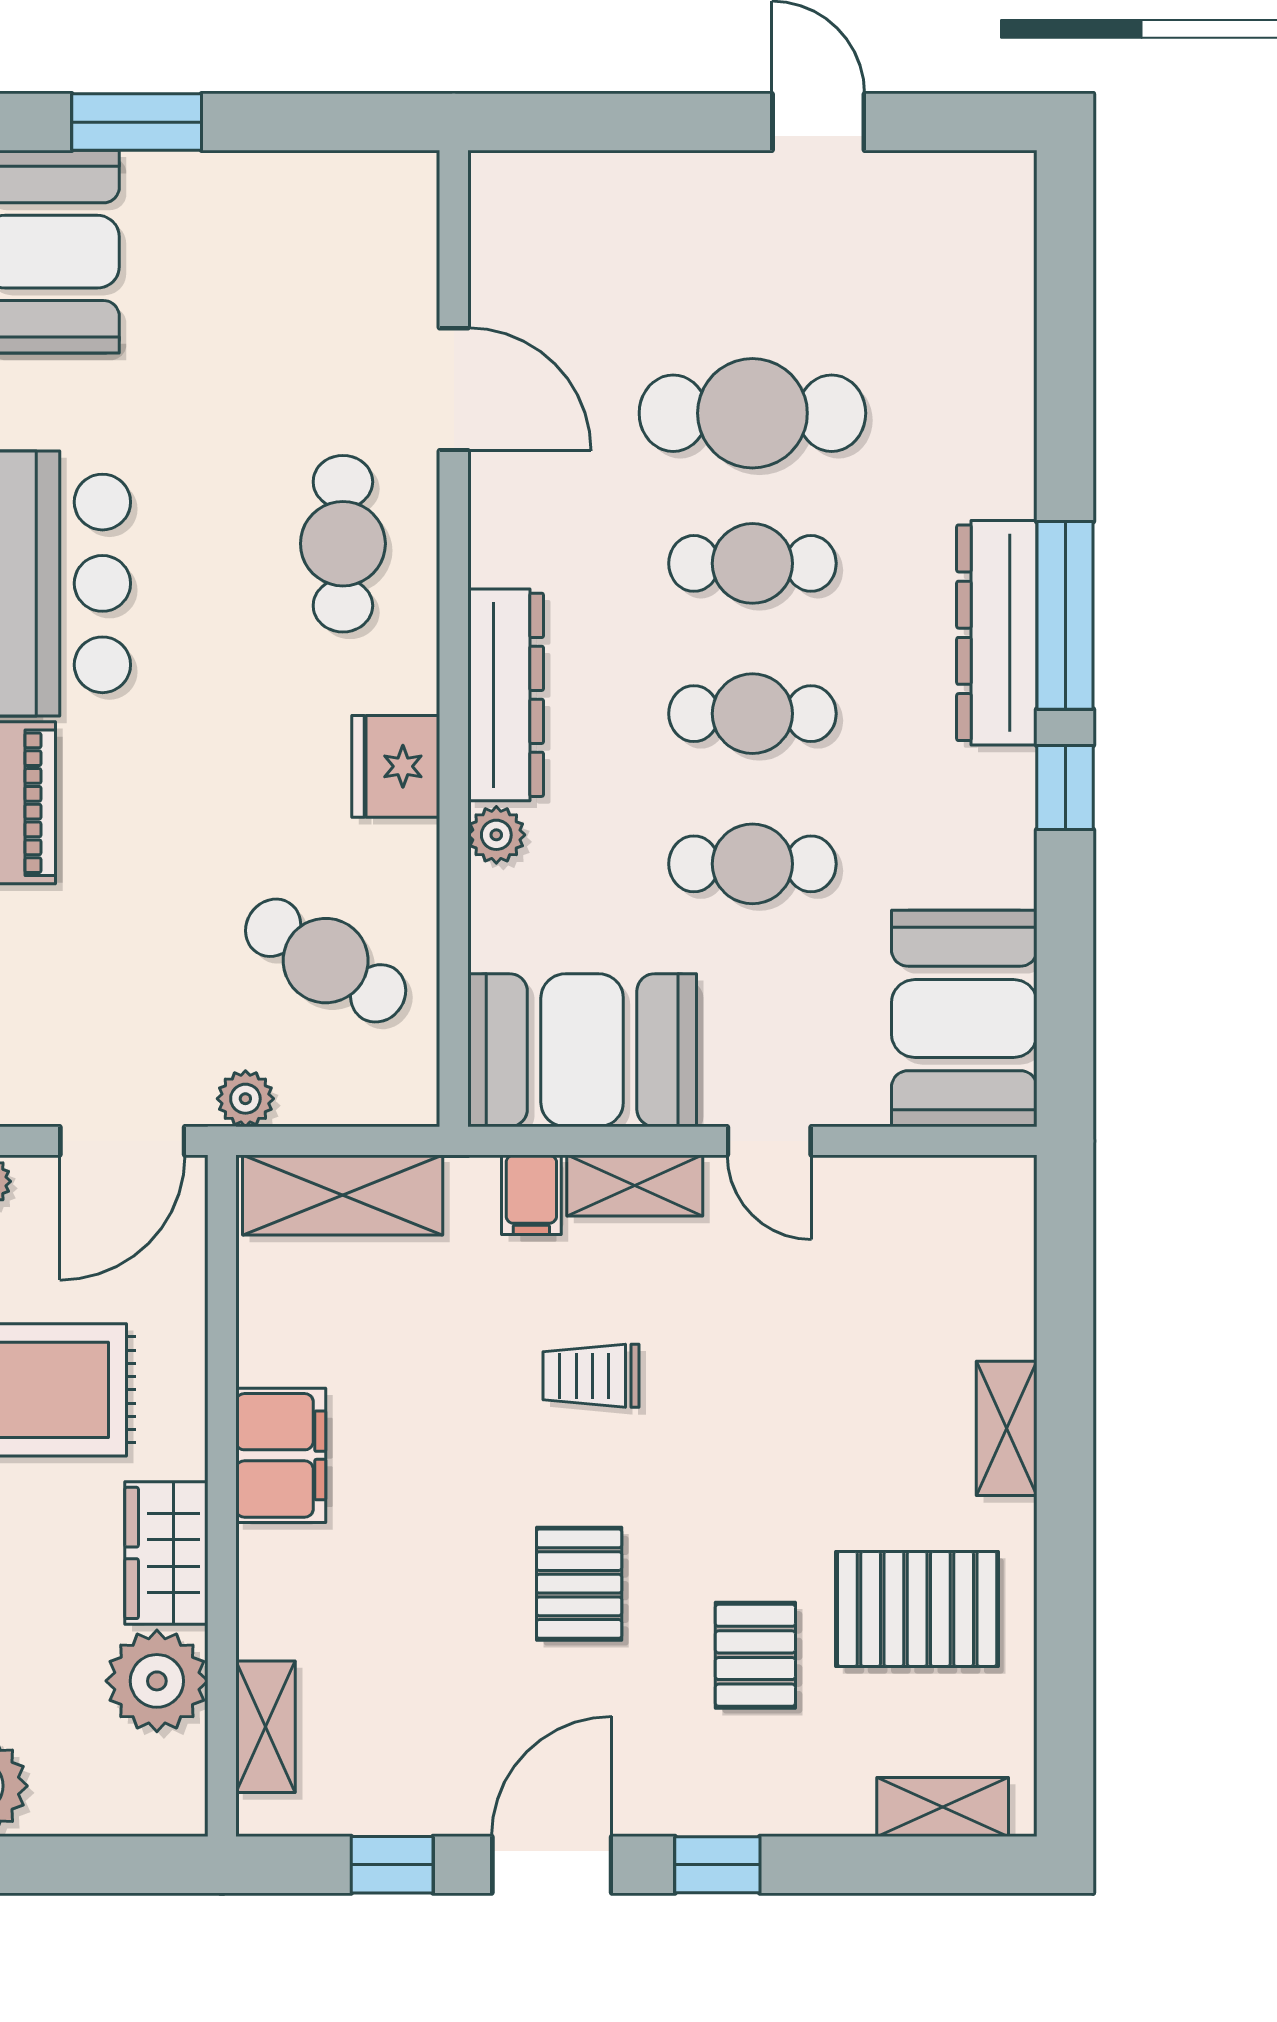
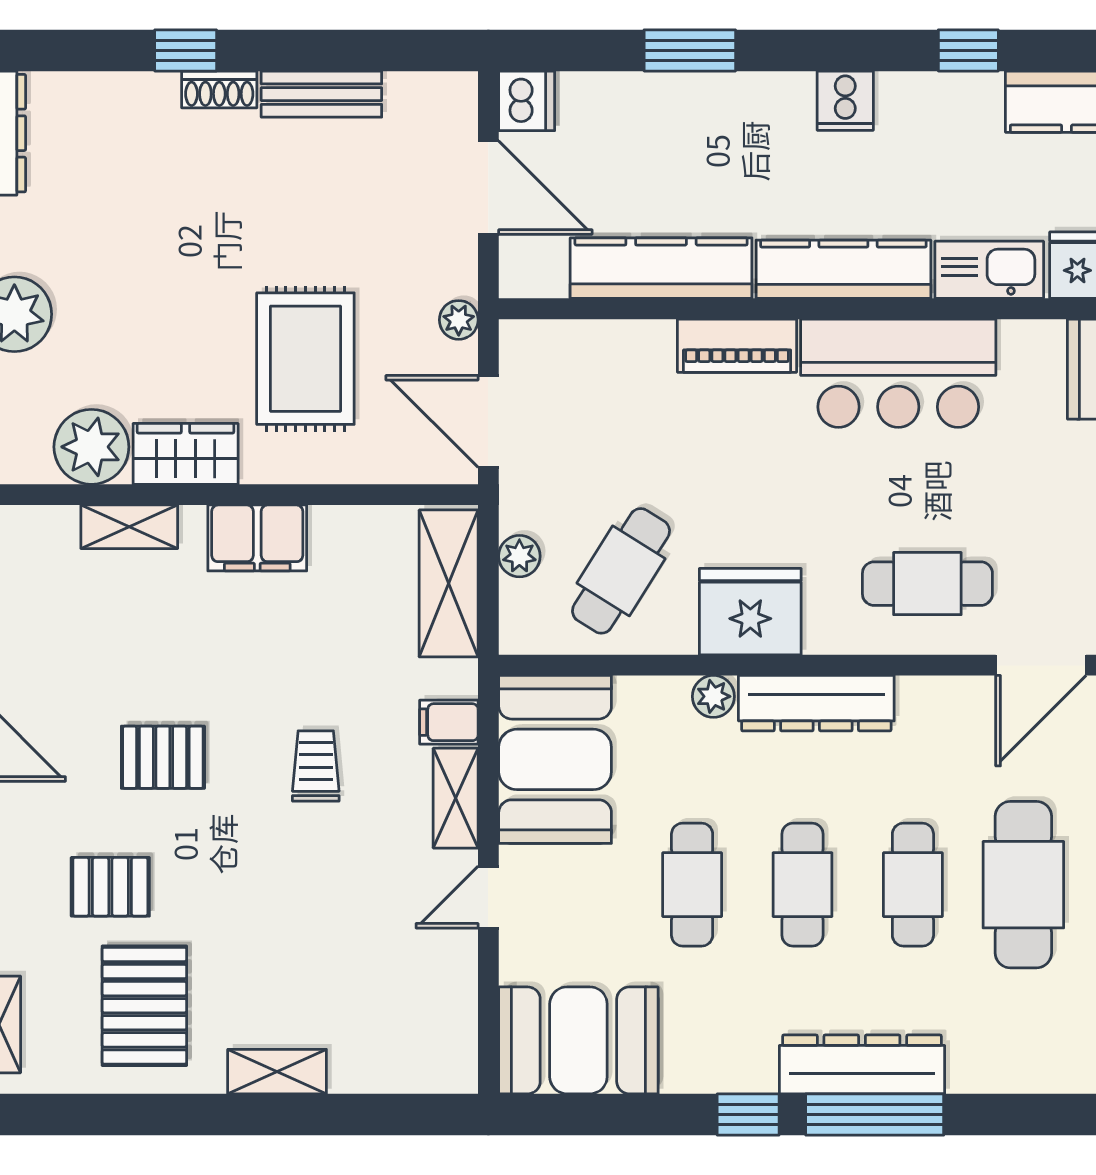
fridge: (396, 766) -> (750, 612), width x1.36, depth x1.34
plant: (245, 1099) -> (519, 556), moved
shelving: (266, 1727) -> (129, 527), moved

